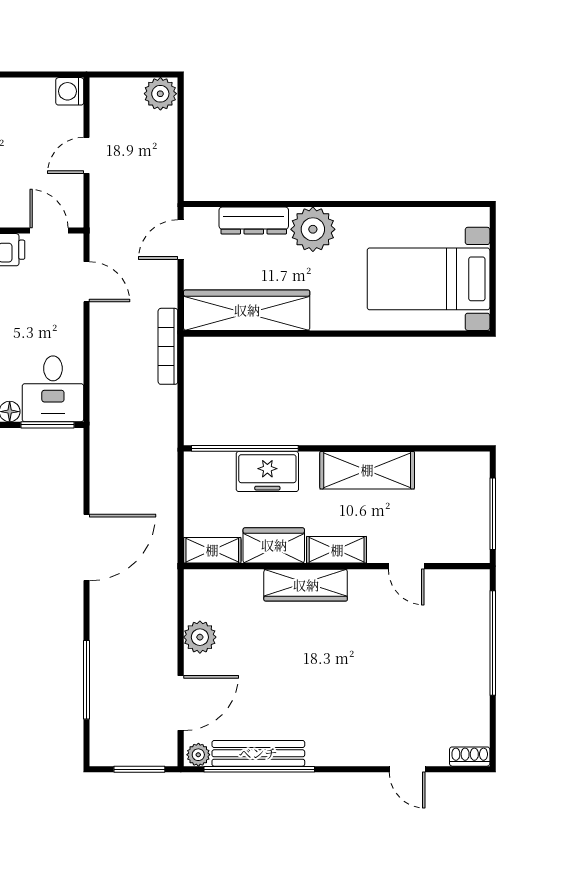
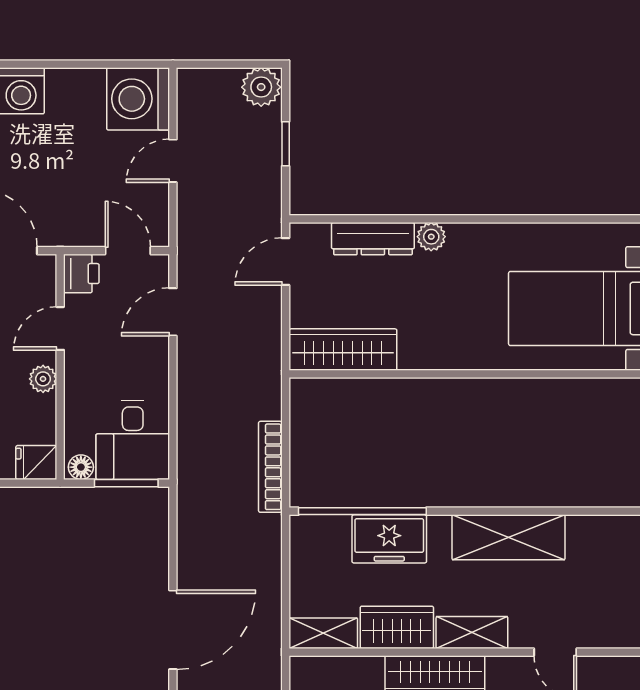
washing machine: (70, 91) -> (138, 99), width x1.89, depth x1.89
window: (181, 141) -> (286, 144), added
plant: (313, 229) -> (431, 237), width x0.53, depth x0.53
door: (86, 282) -> (173, 312), swing flipped
wardrobe: (247, 310) -> (343, 350), width x0.71, depth x0.85
bookcase: (168, 346) -> (270, 467), moved

